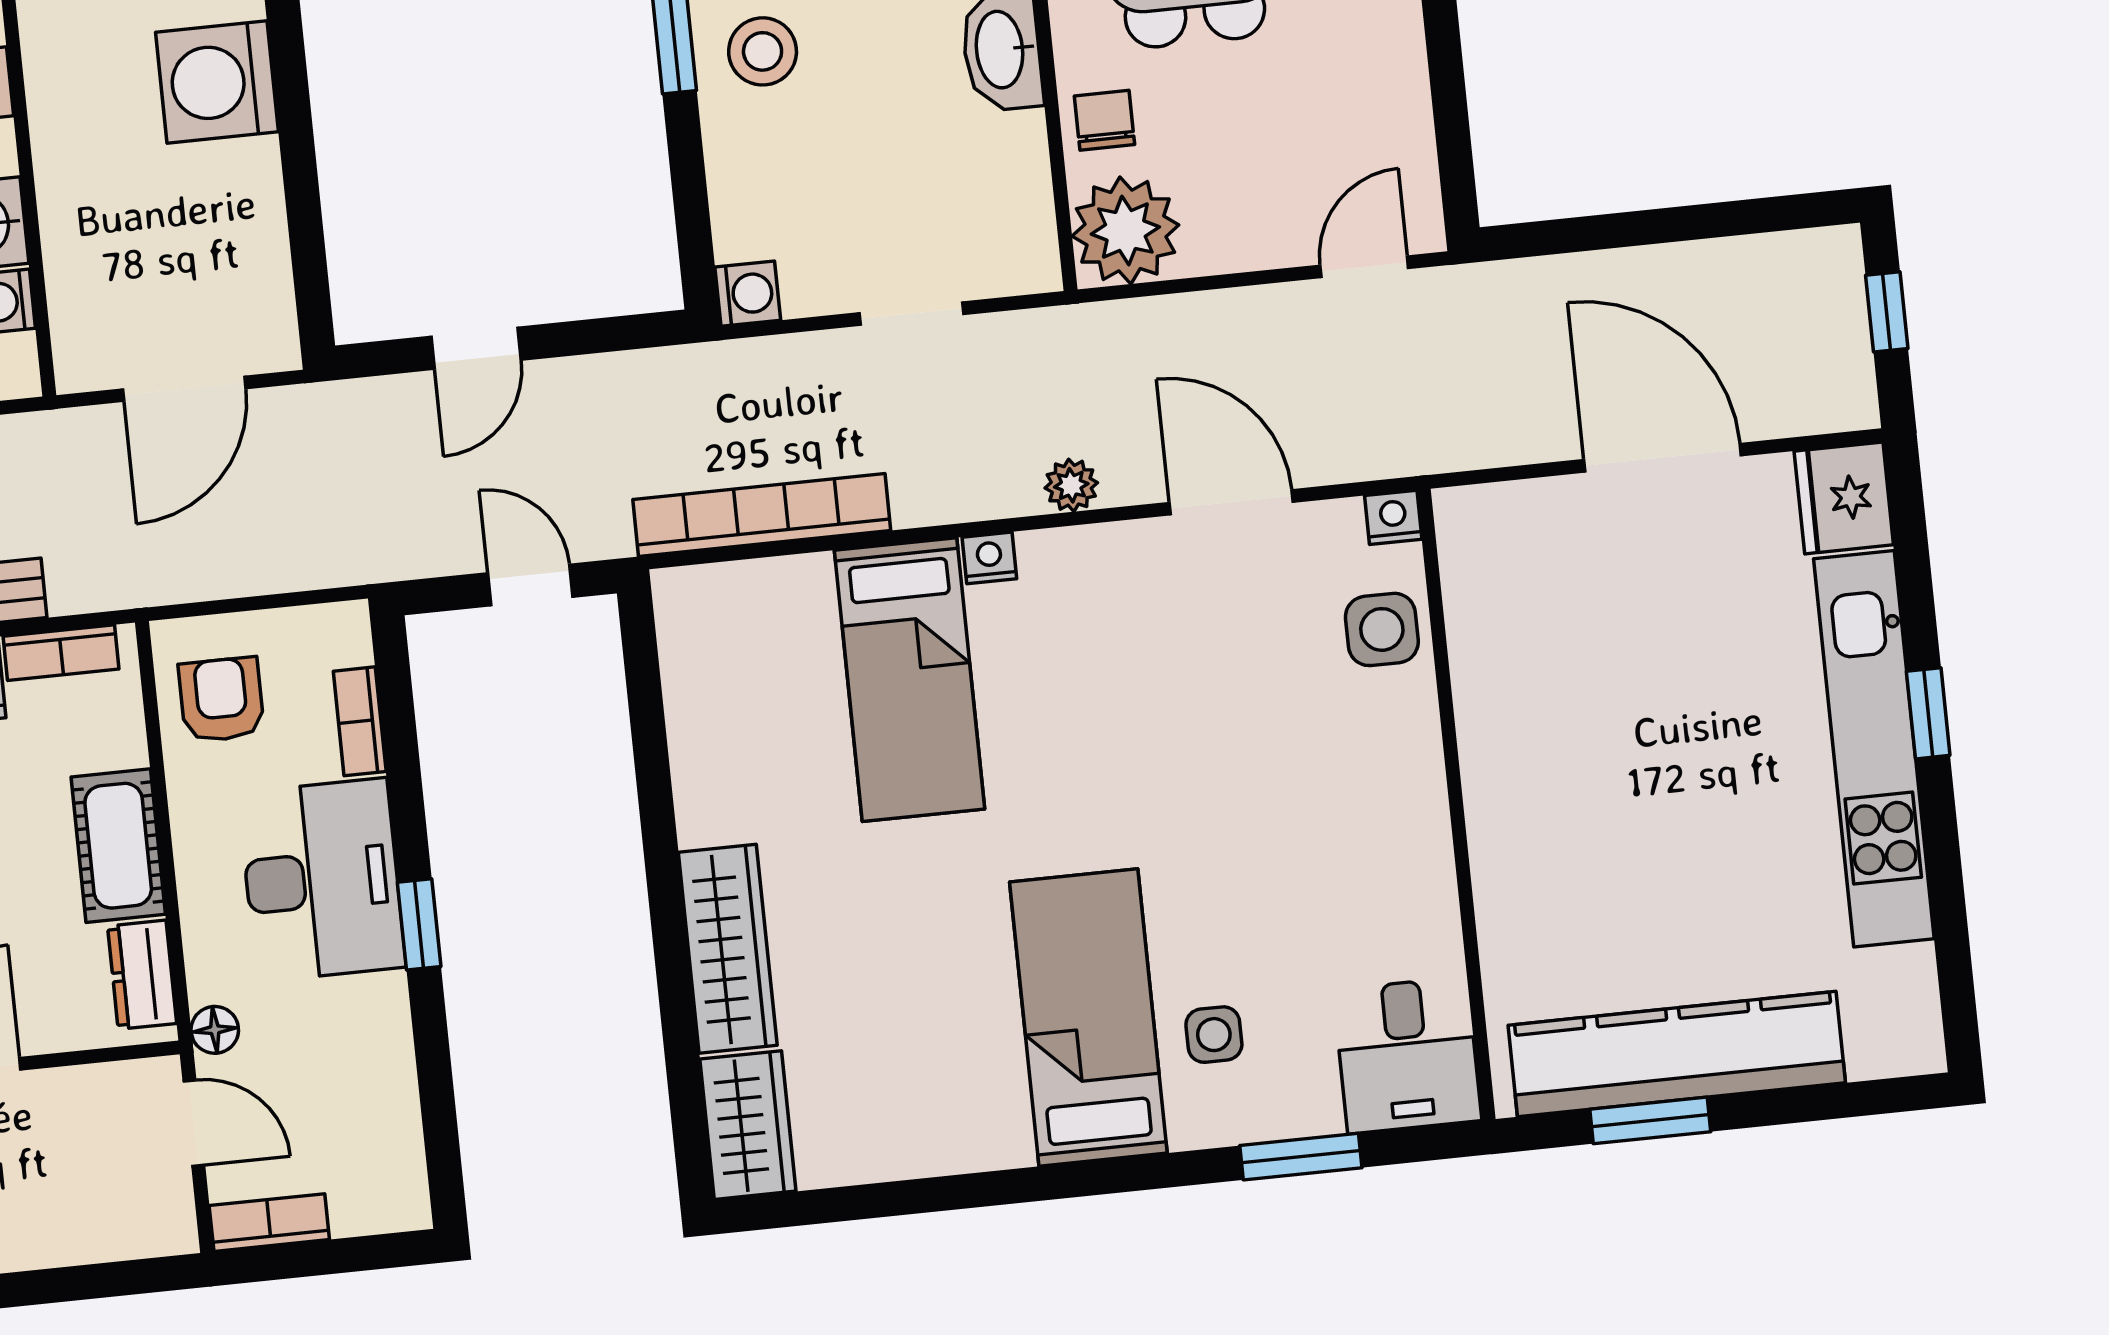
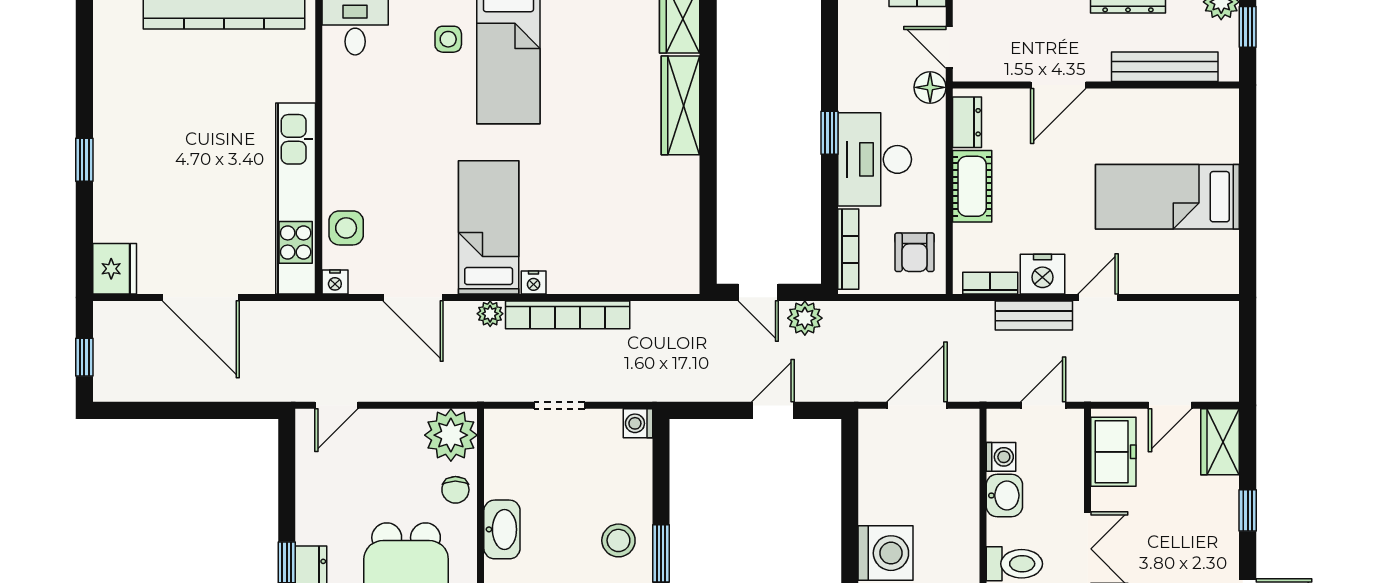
bookcase: (762, 515) -> (568, 315), moved
plant: (431, 543) -> (805, 318), added
bed: (910, 680) -> (489, 227), moved
bookcase: (360, 721) -> (848, 249), width x1.56
kitchen unit: (1874, 749) -> (296, 199), moved, turned 180
floor lamp: (215, 1030) -> (930, 87), width x1.37, depth x1.37

